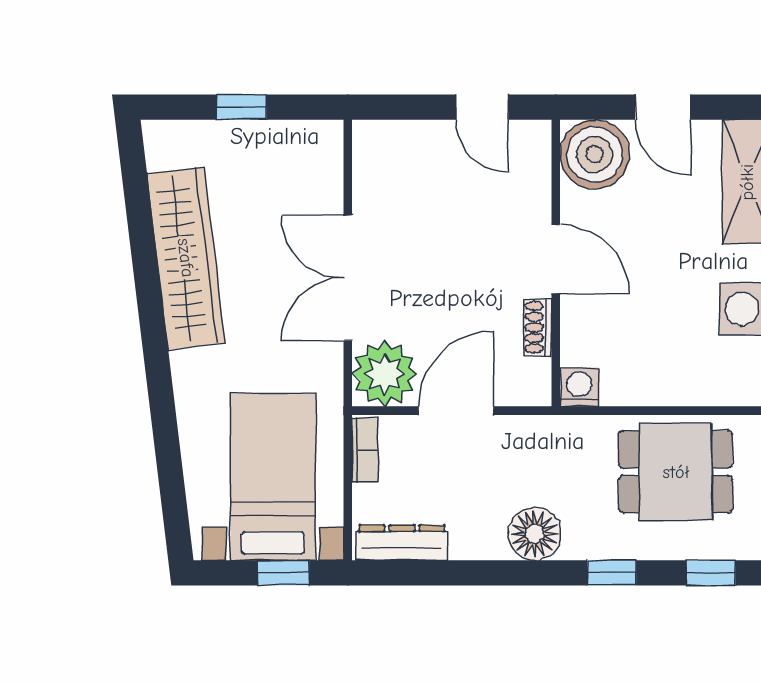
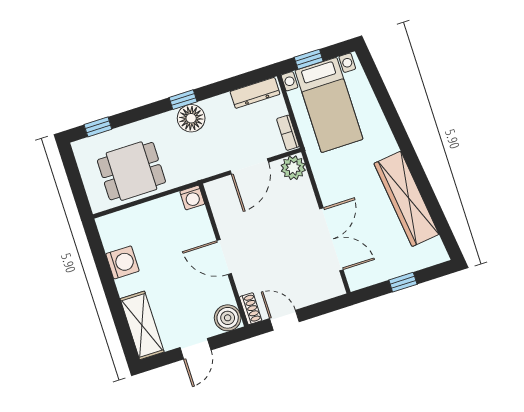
door: (663, 107) -> (195, 349), swing flipped
boiler: (595, 154) -> (228, 318), width x0.73, depth x0.73
double door: (348, 278) -> (331, 239), moved
shoe rack: (538, 327) -> (251, 309), moved
plant: (385, 374) -> (293, 168), width x0.73, depth x0.73
window: (612, 573) -> (183, 100), moved

